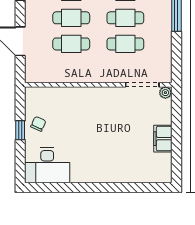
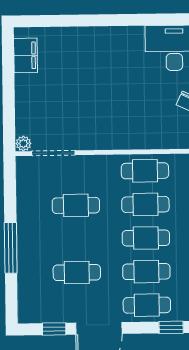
cafe table: (125, 18) -> (145, 171), moved
filing cabinet: (163, 139) -> (25, 55), moved

